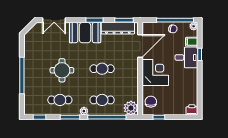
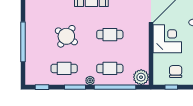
round table: (62, 70) -> (66, 36), turned 35
chair: (151, 102) -> (176, 71), moved

